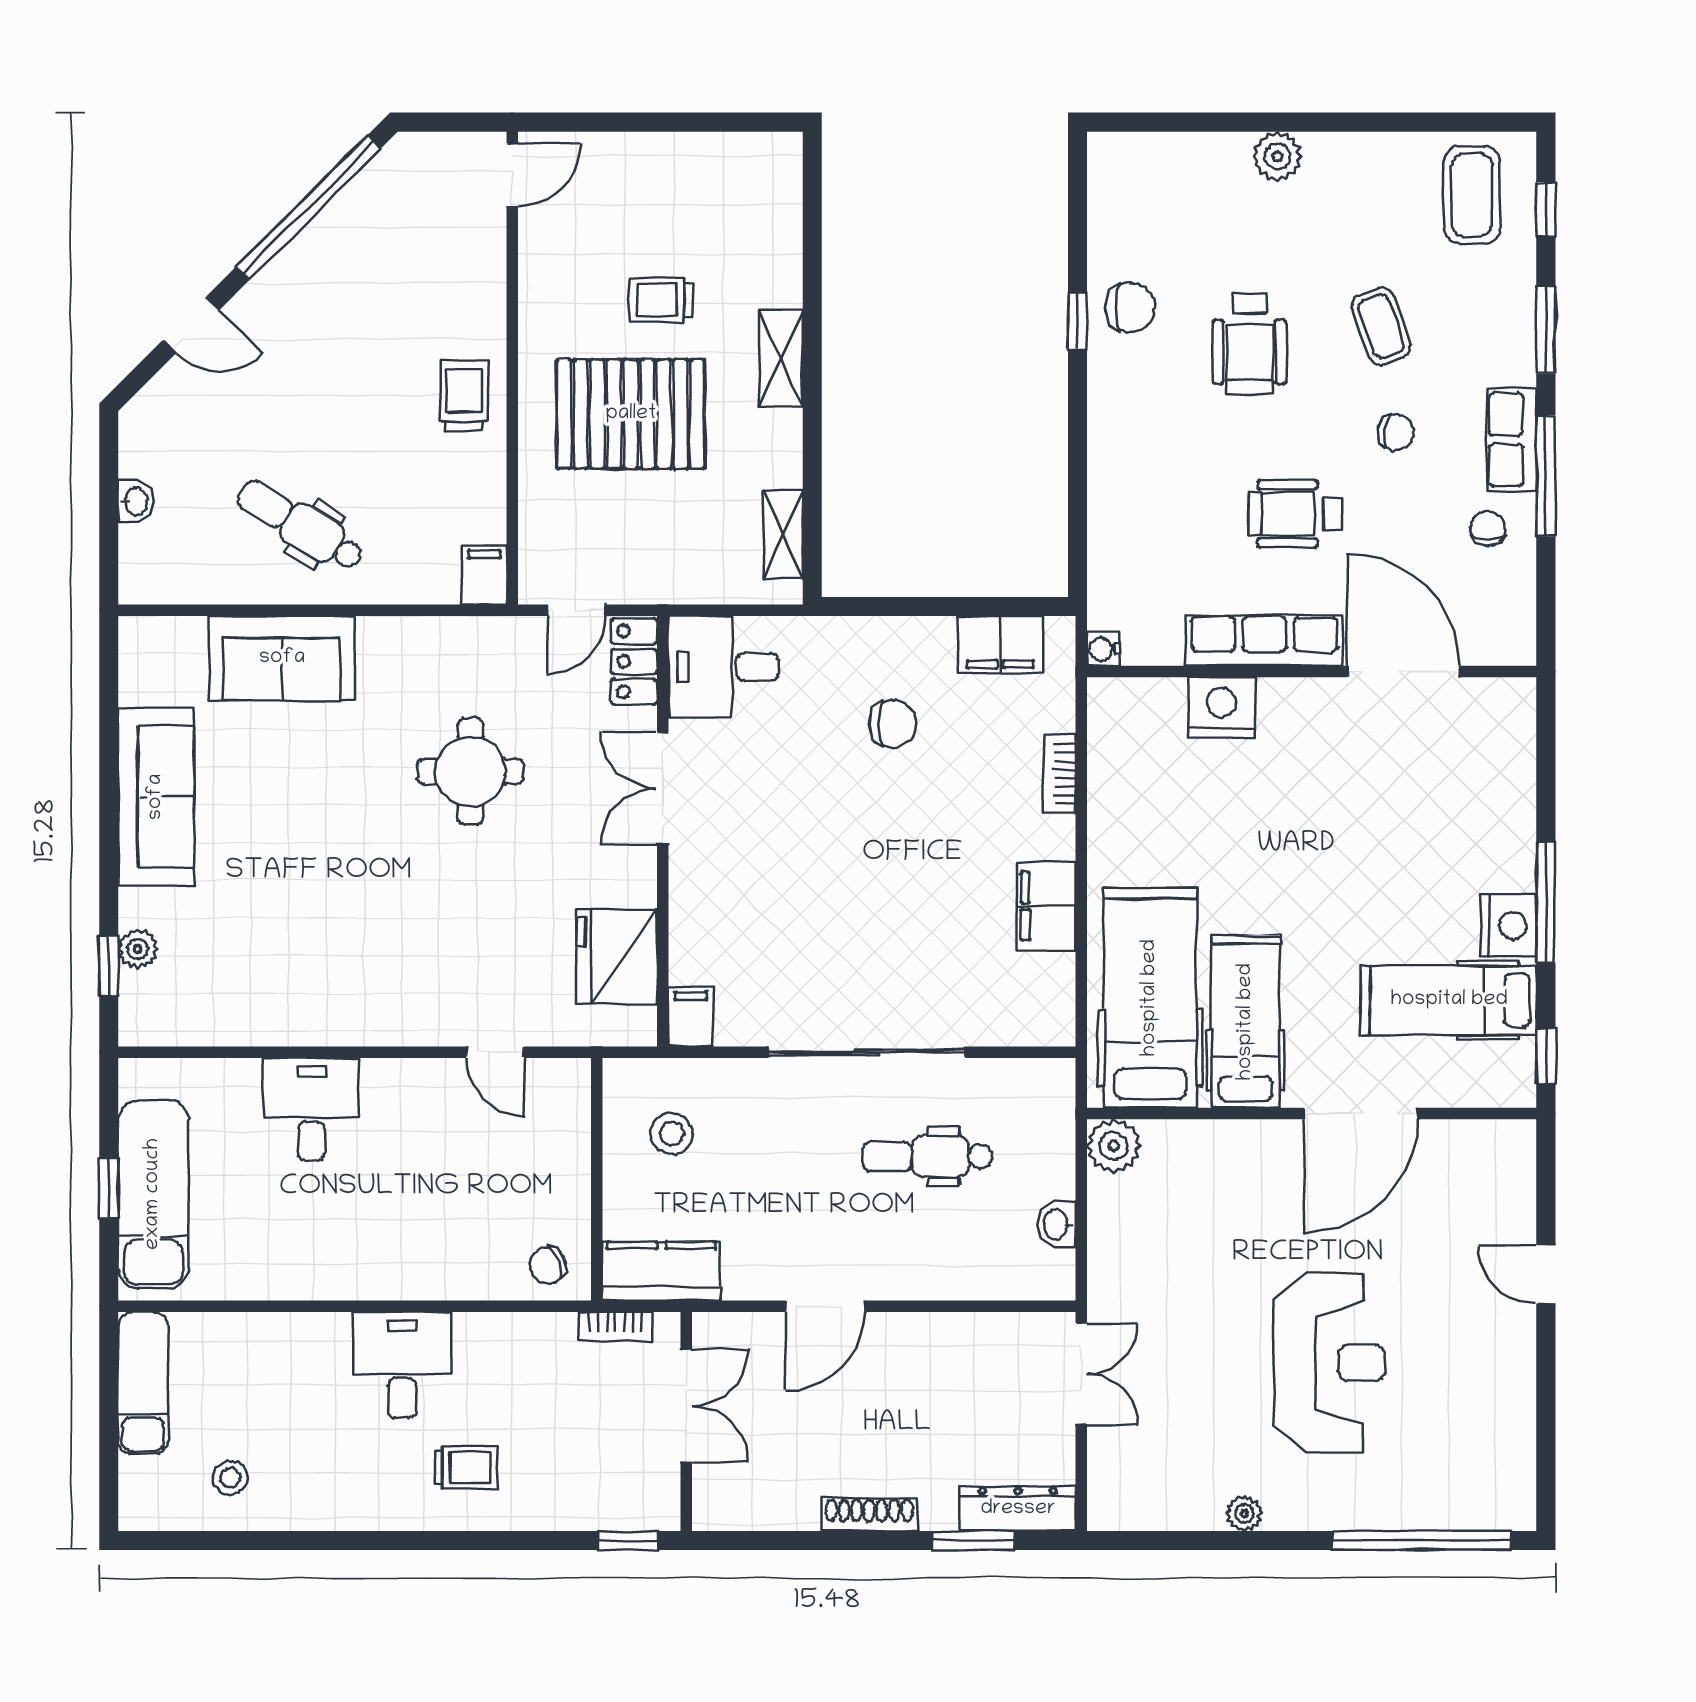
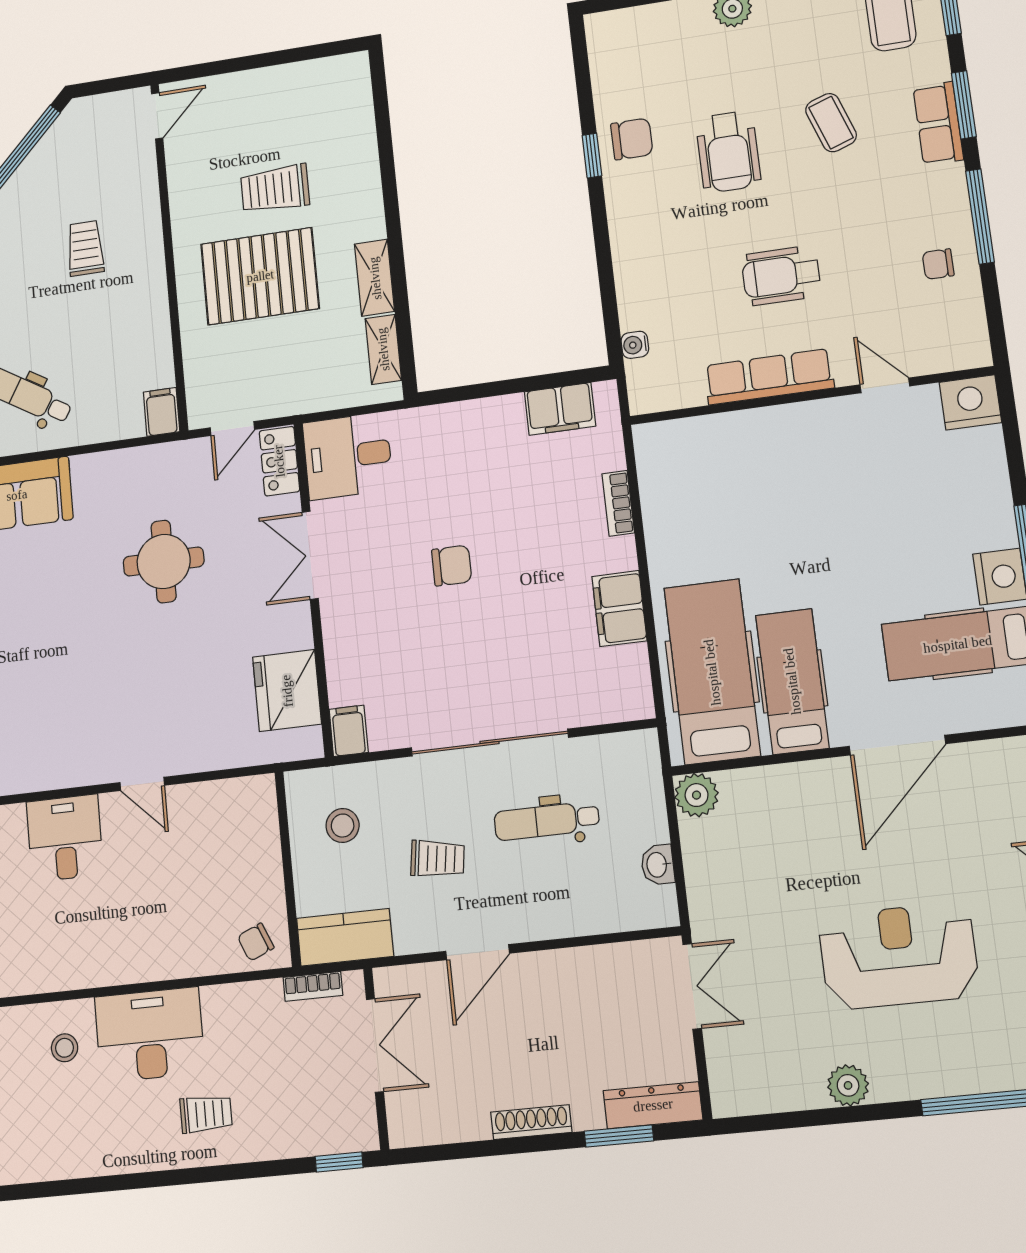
trolley: (661, 300) -> (275, 189), width x1.36, depth x1.39
shelving: (781, 358) -> (375, 278), moved
trolley: (464, 396) -> (85, 248), moved
chair: (1396, 432) -> (854, 201), removed
row of seats: (1512, 440) -> (938, 123), moved
chair: (1488, 528) -> (938, 264), turned -90
water cooler: (1103, 649) -> (635, 345), moved
door: (1403, 671) -> (885, 385), width x0.53
nightstand: (1221, 707) -> (970, 402), moved
chair: (893, 724) -> (452, 566), moved
door: (495, 1052) -> (142, 784), moved
trolley: (787, 1187) -> (438, 859), added
reception desk: (1329, 1363) -> (898, 956), turned -90
desk: (402, 1365) -> (150, 1035), width x1.37
stool: (230, 1478) -> (65, 1048), moved
plant: (1244, 1514) -> (848, 1085), width x1.38, depth x1.38

